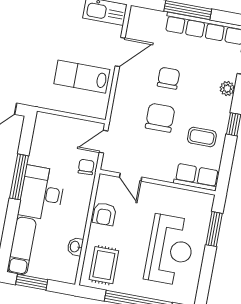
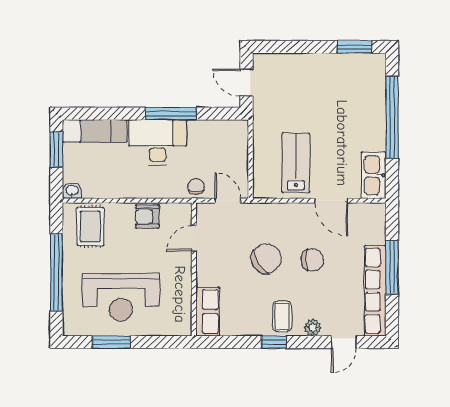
chair: (160, 118) -> (266, 259), turned -34
coffee table: (202, 137) -> (282, 316), moved
chair: (86, 167) -> (196, 186), turned -88
window: (214, 229) -> (111, 342), moved
washbasin: (75, 247) -> (72, 191), moved
rug: (104, 265) -> (90, 227), turned 90

